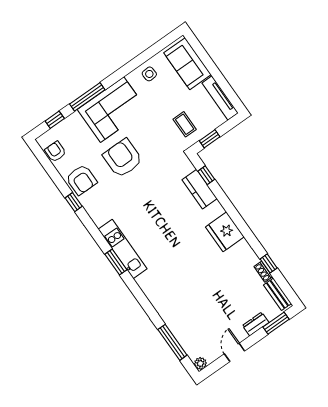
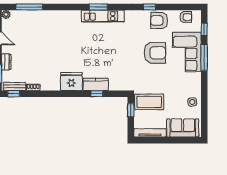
corner sofa: (112, 110) -> (187, 52), moved
coffee table: (185, 124) -> (149, 102), width x1.86, depth x1.72
window: (206, 175) -> (97, 94), moved
kitchen counter: (200, 189) -> (96, 84), moved
window: (269, 263) -> (14, 94), moved

